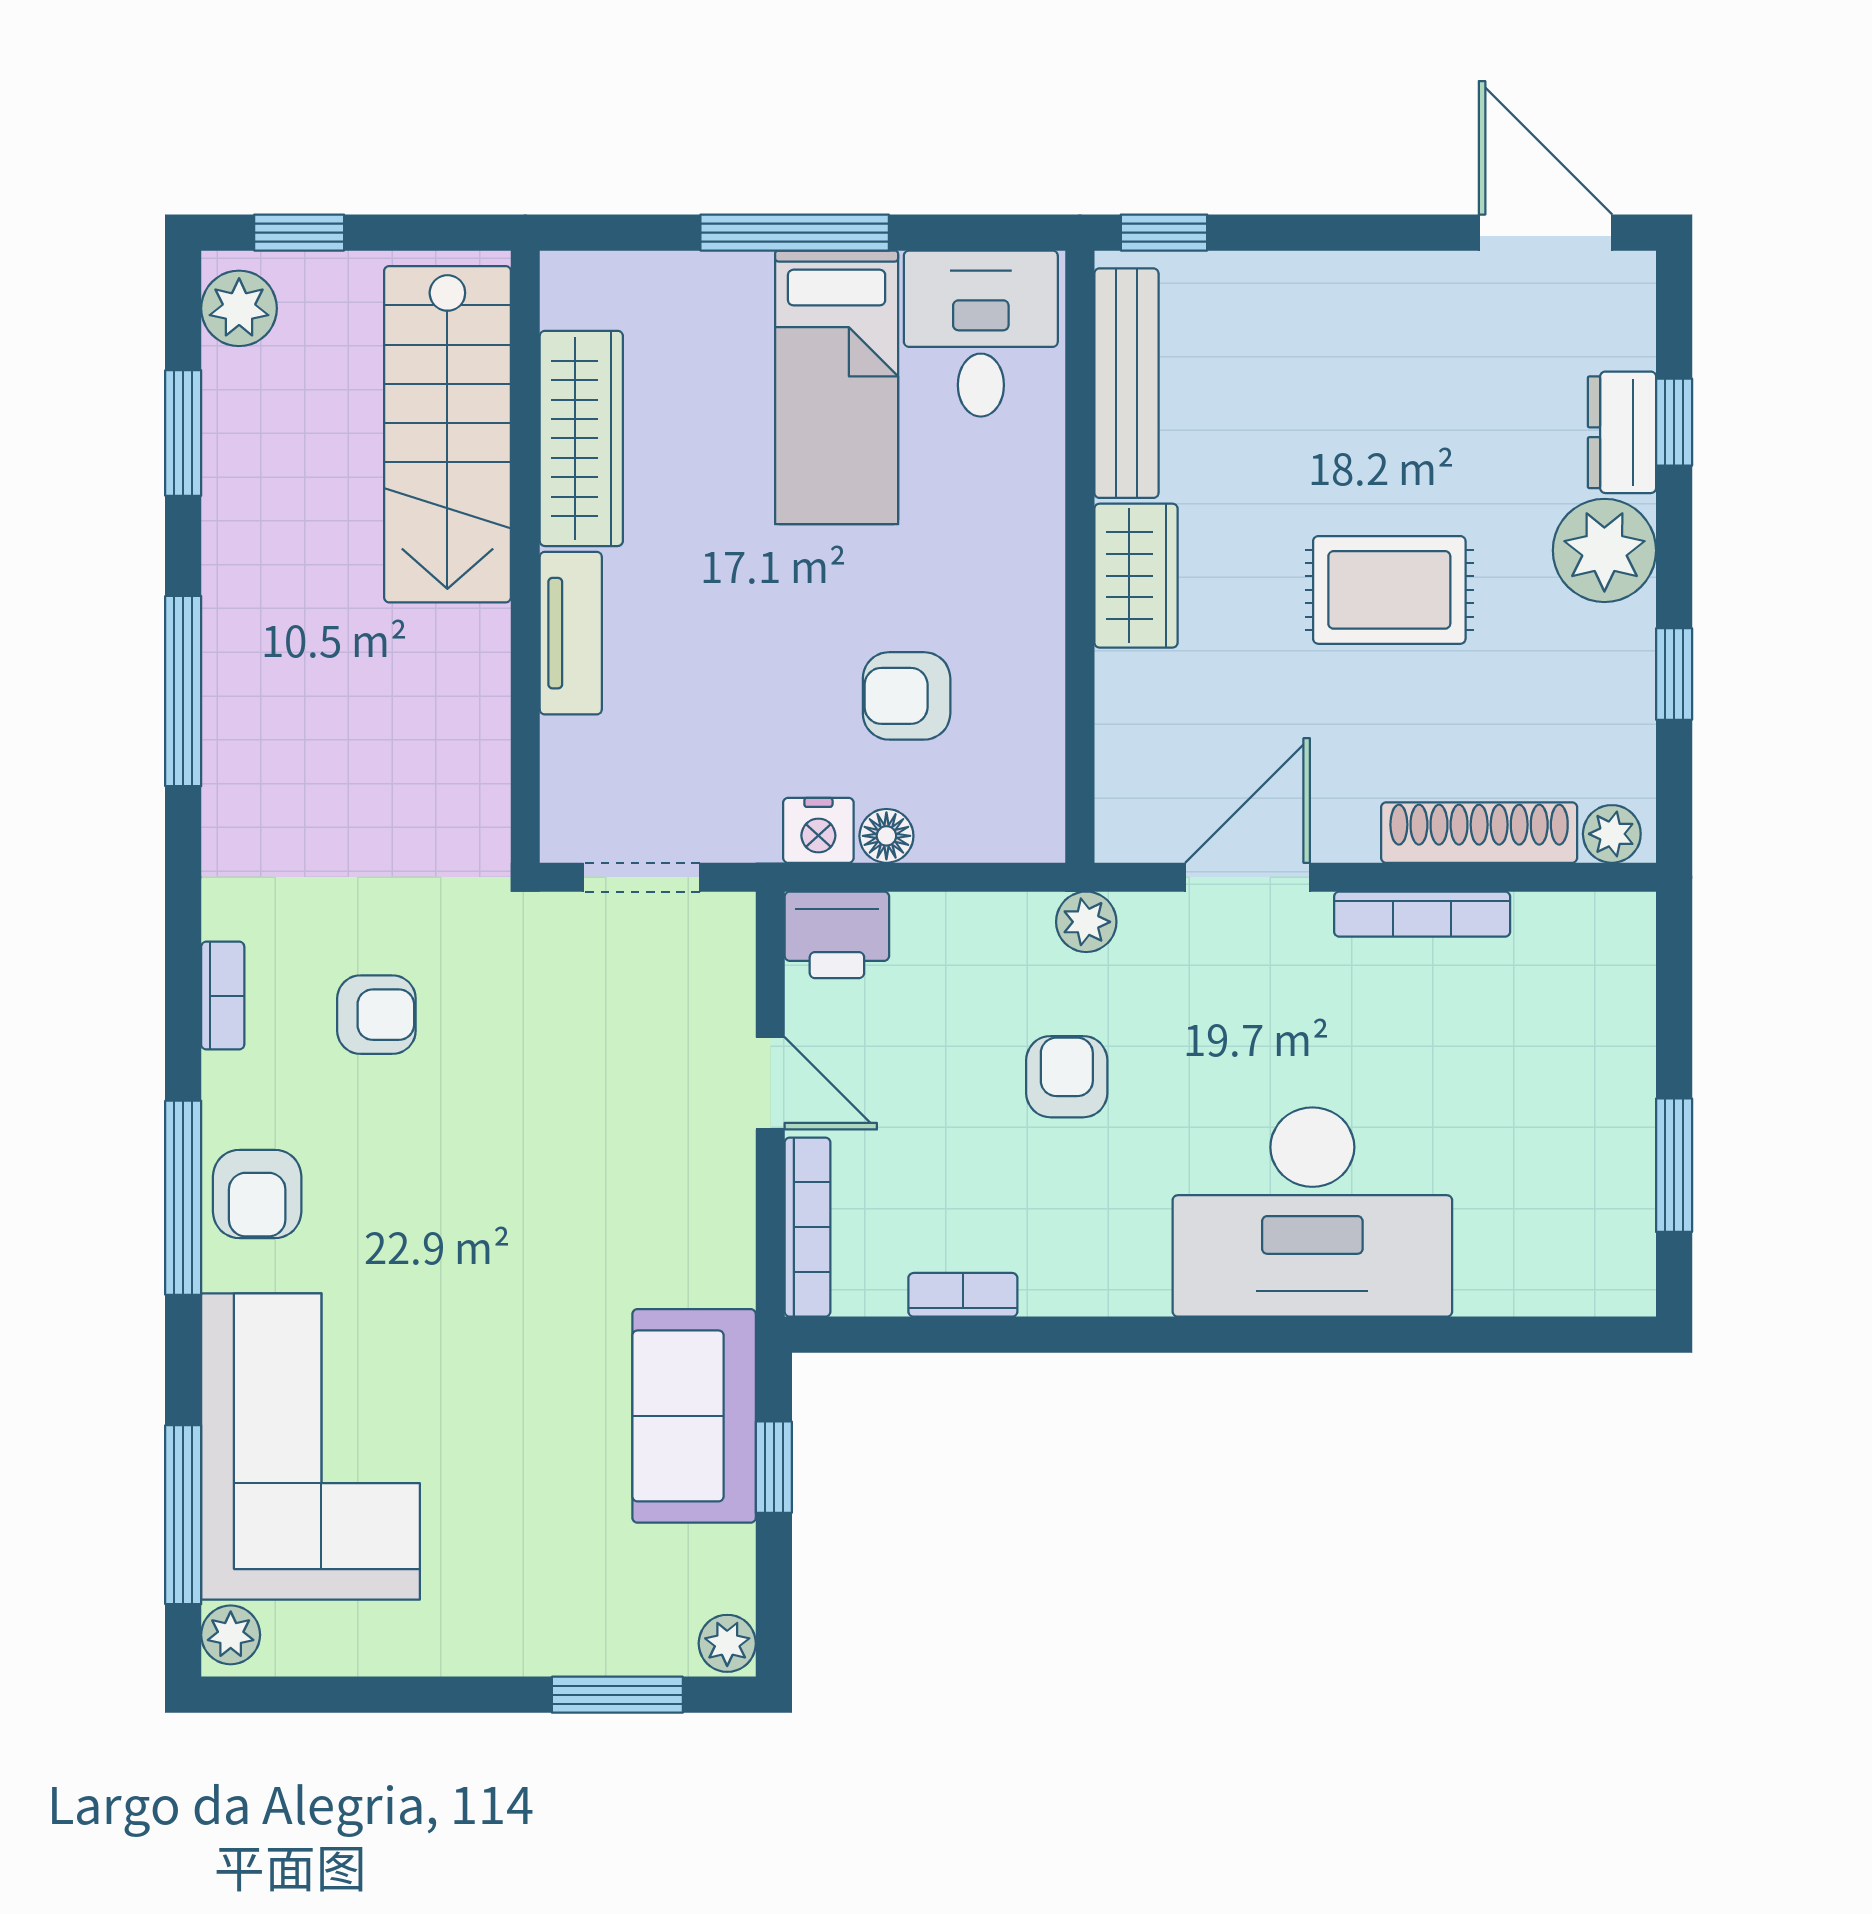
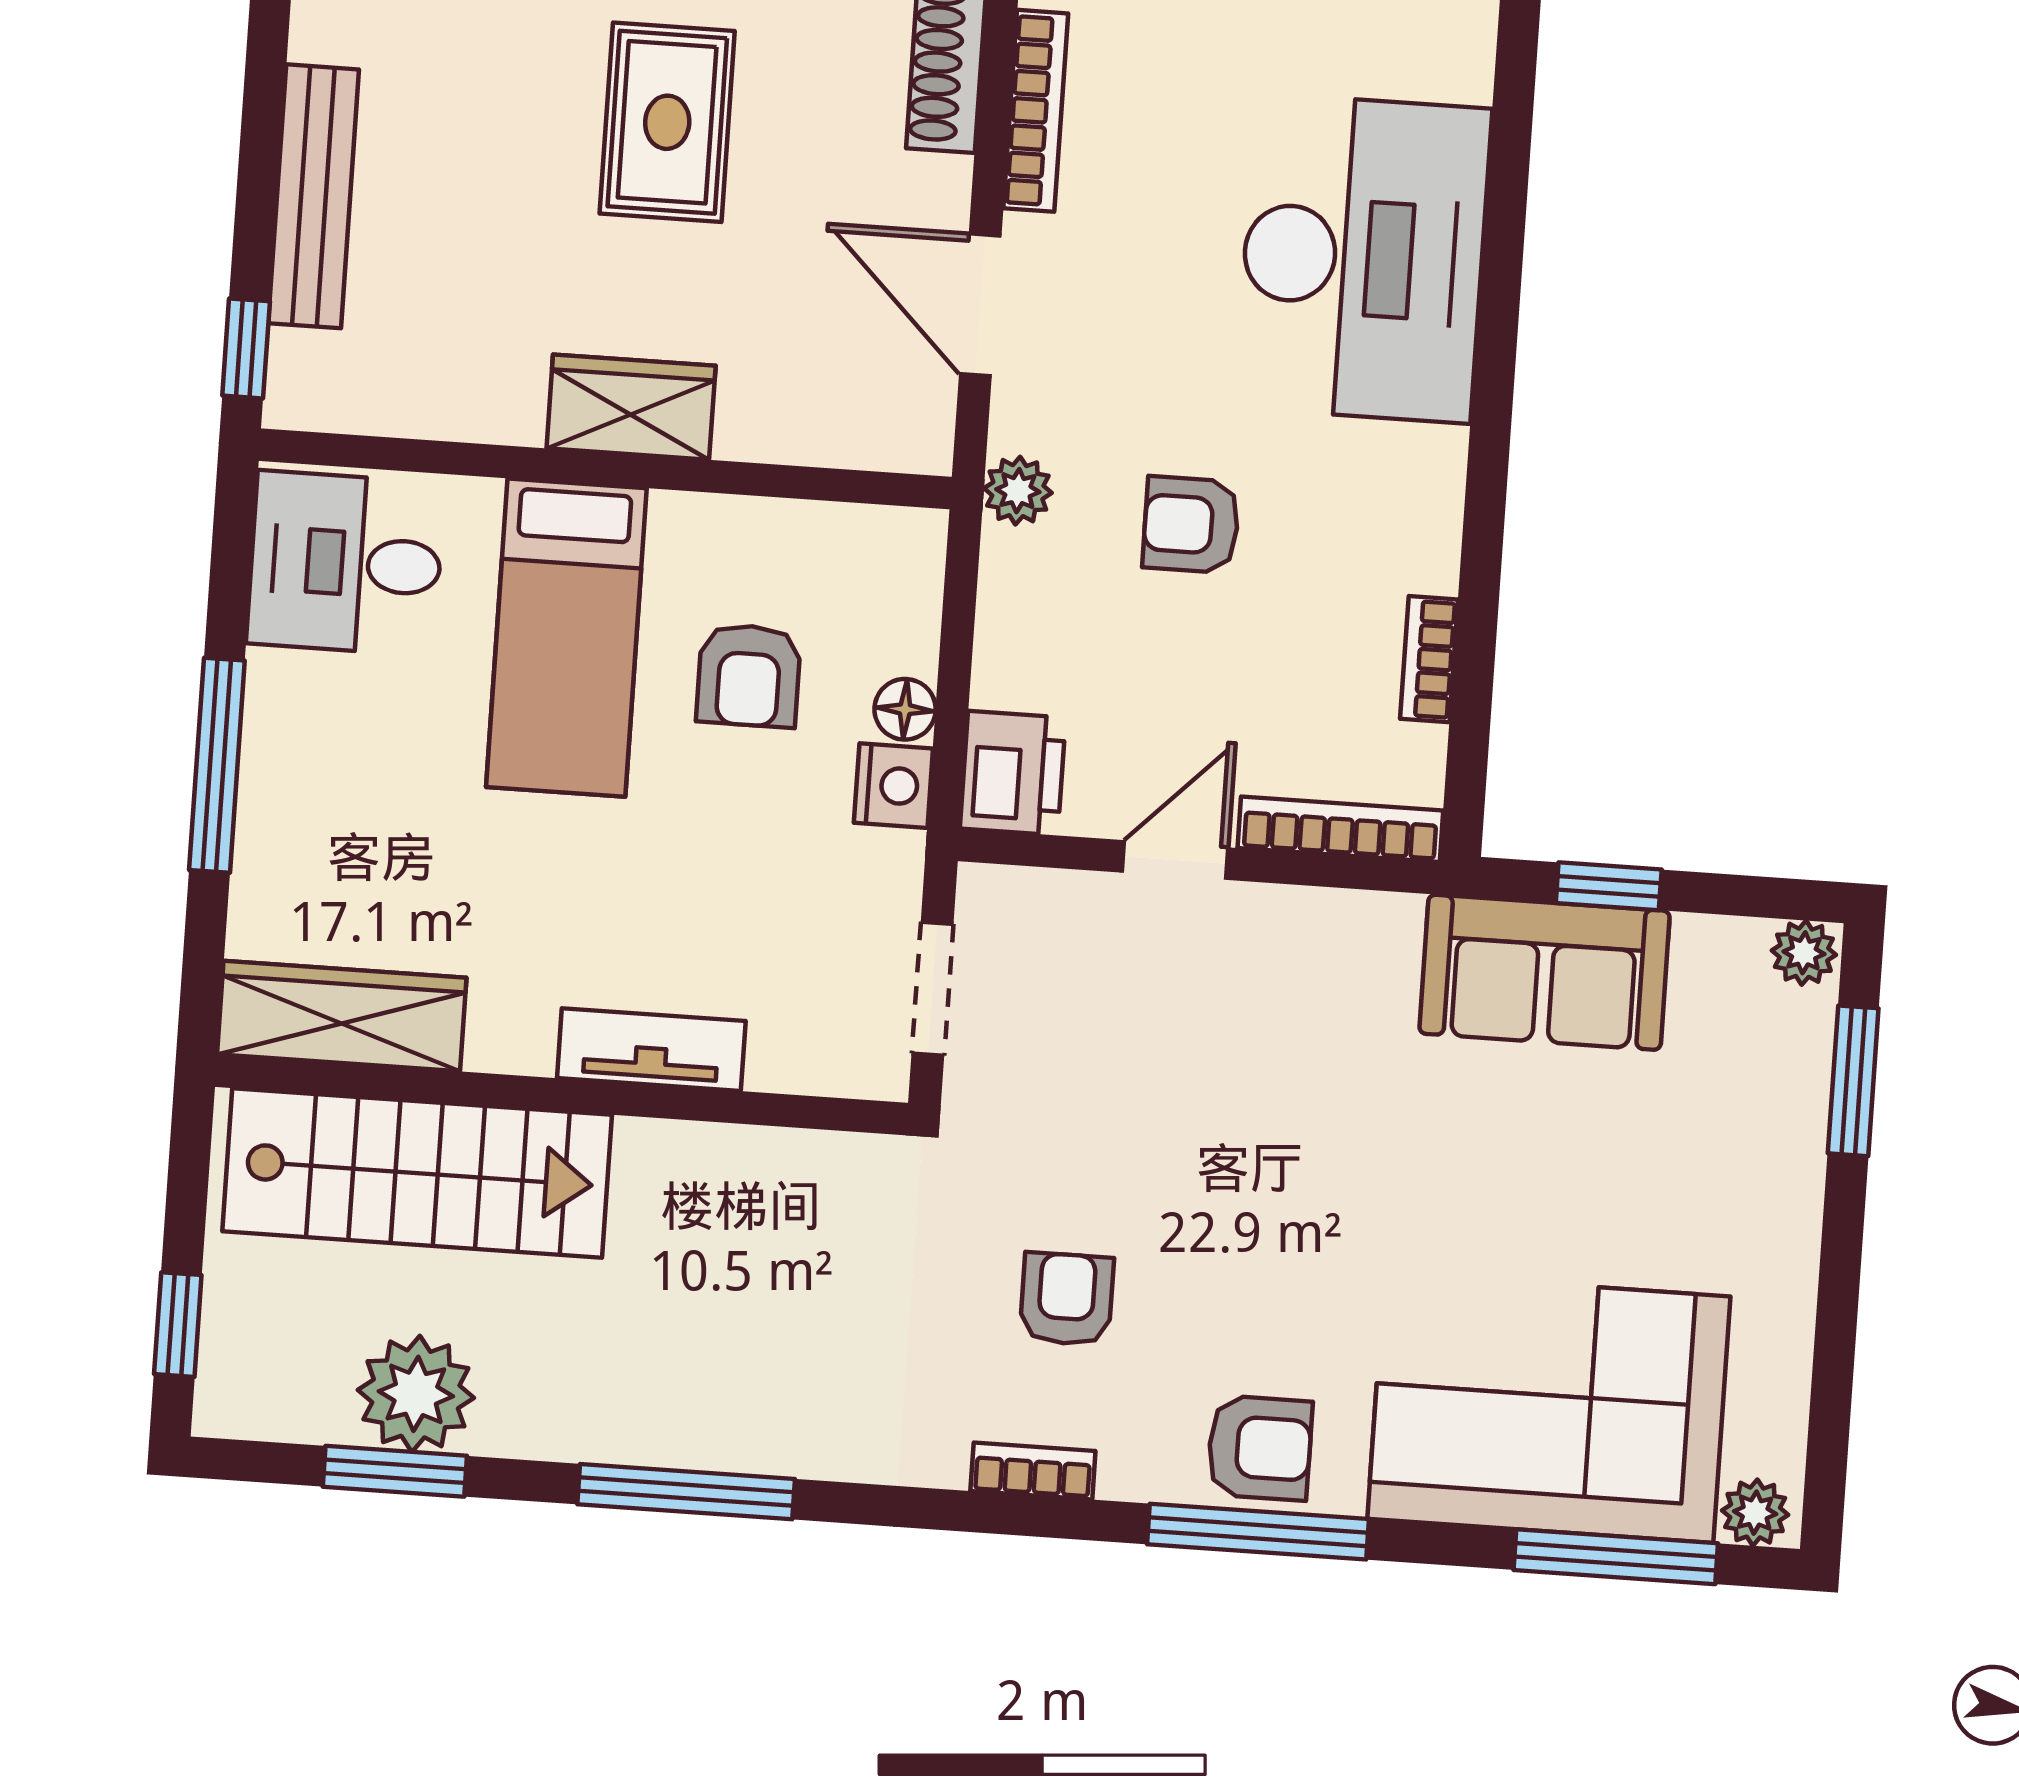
plant: (239, 308) -> (416, 1394), moved, width x1.36, depth x1.36
bench: (1126, 383) -> (314, 196), moved, turned 90
bed: (837, 387) -> (566, 638), moved, turned 90
wardrobe: (581, 438) -> (342, 1016), moved

